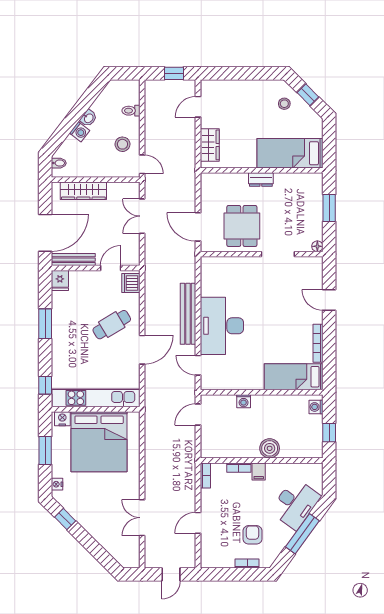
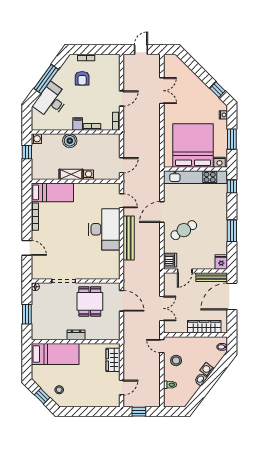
shelving: (268, 402) -> (71, 174), added
washing machine: (316, 407) -> (36, 139), moved
door: (198, 523) -> (121, 98), moved

